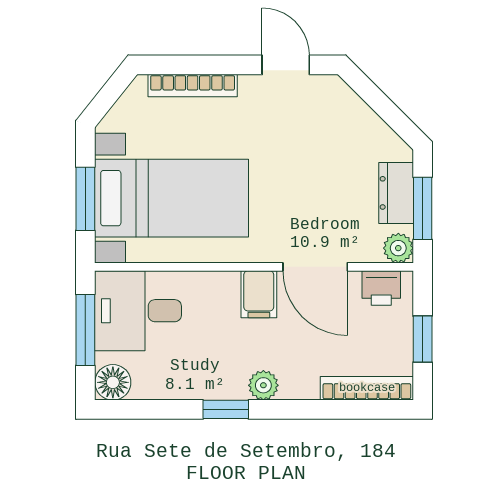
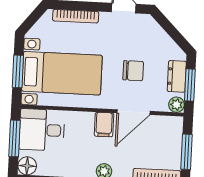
chair: (310, 186) -> (133, 71), added
door: (315, 267) -> (134, 112), hinge flipped
printer: (381, 288) -> (167, 125), removed
window: (423, 339) -> (186, 152), width x1.50

